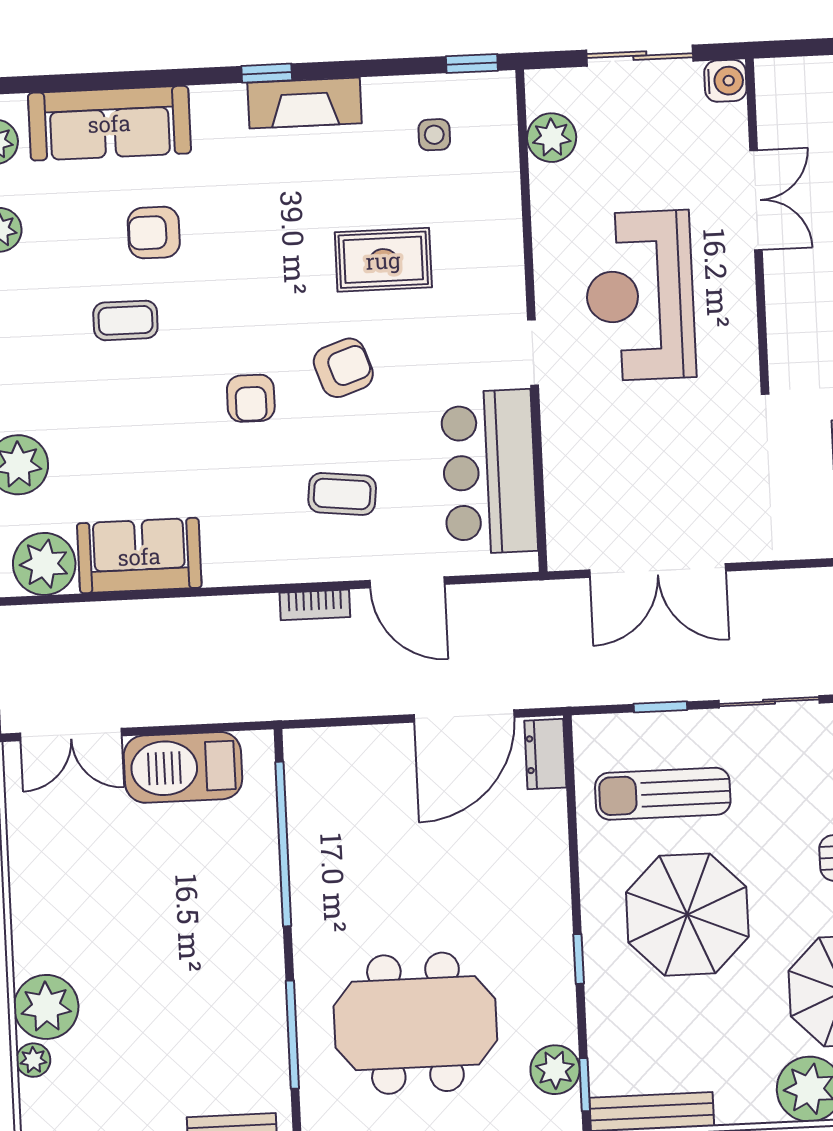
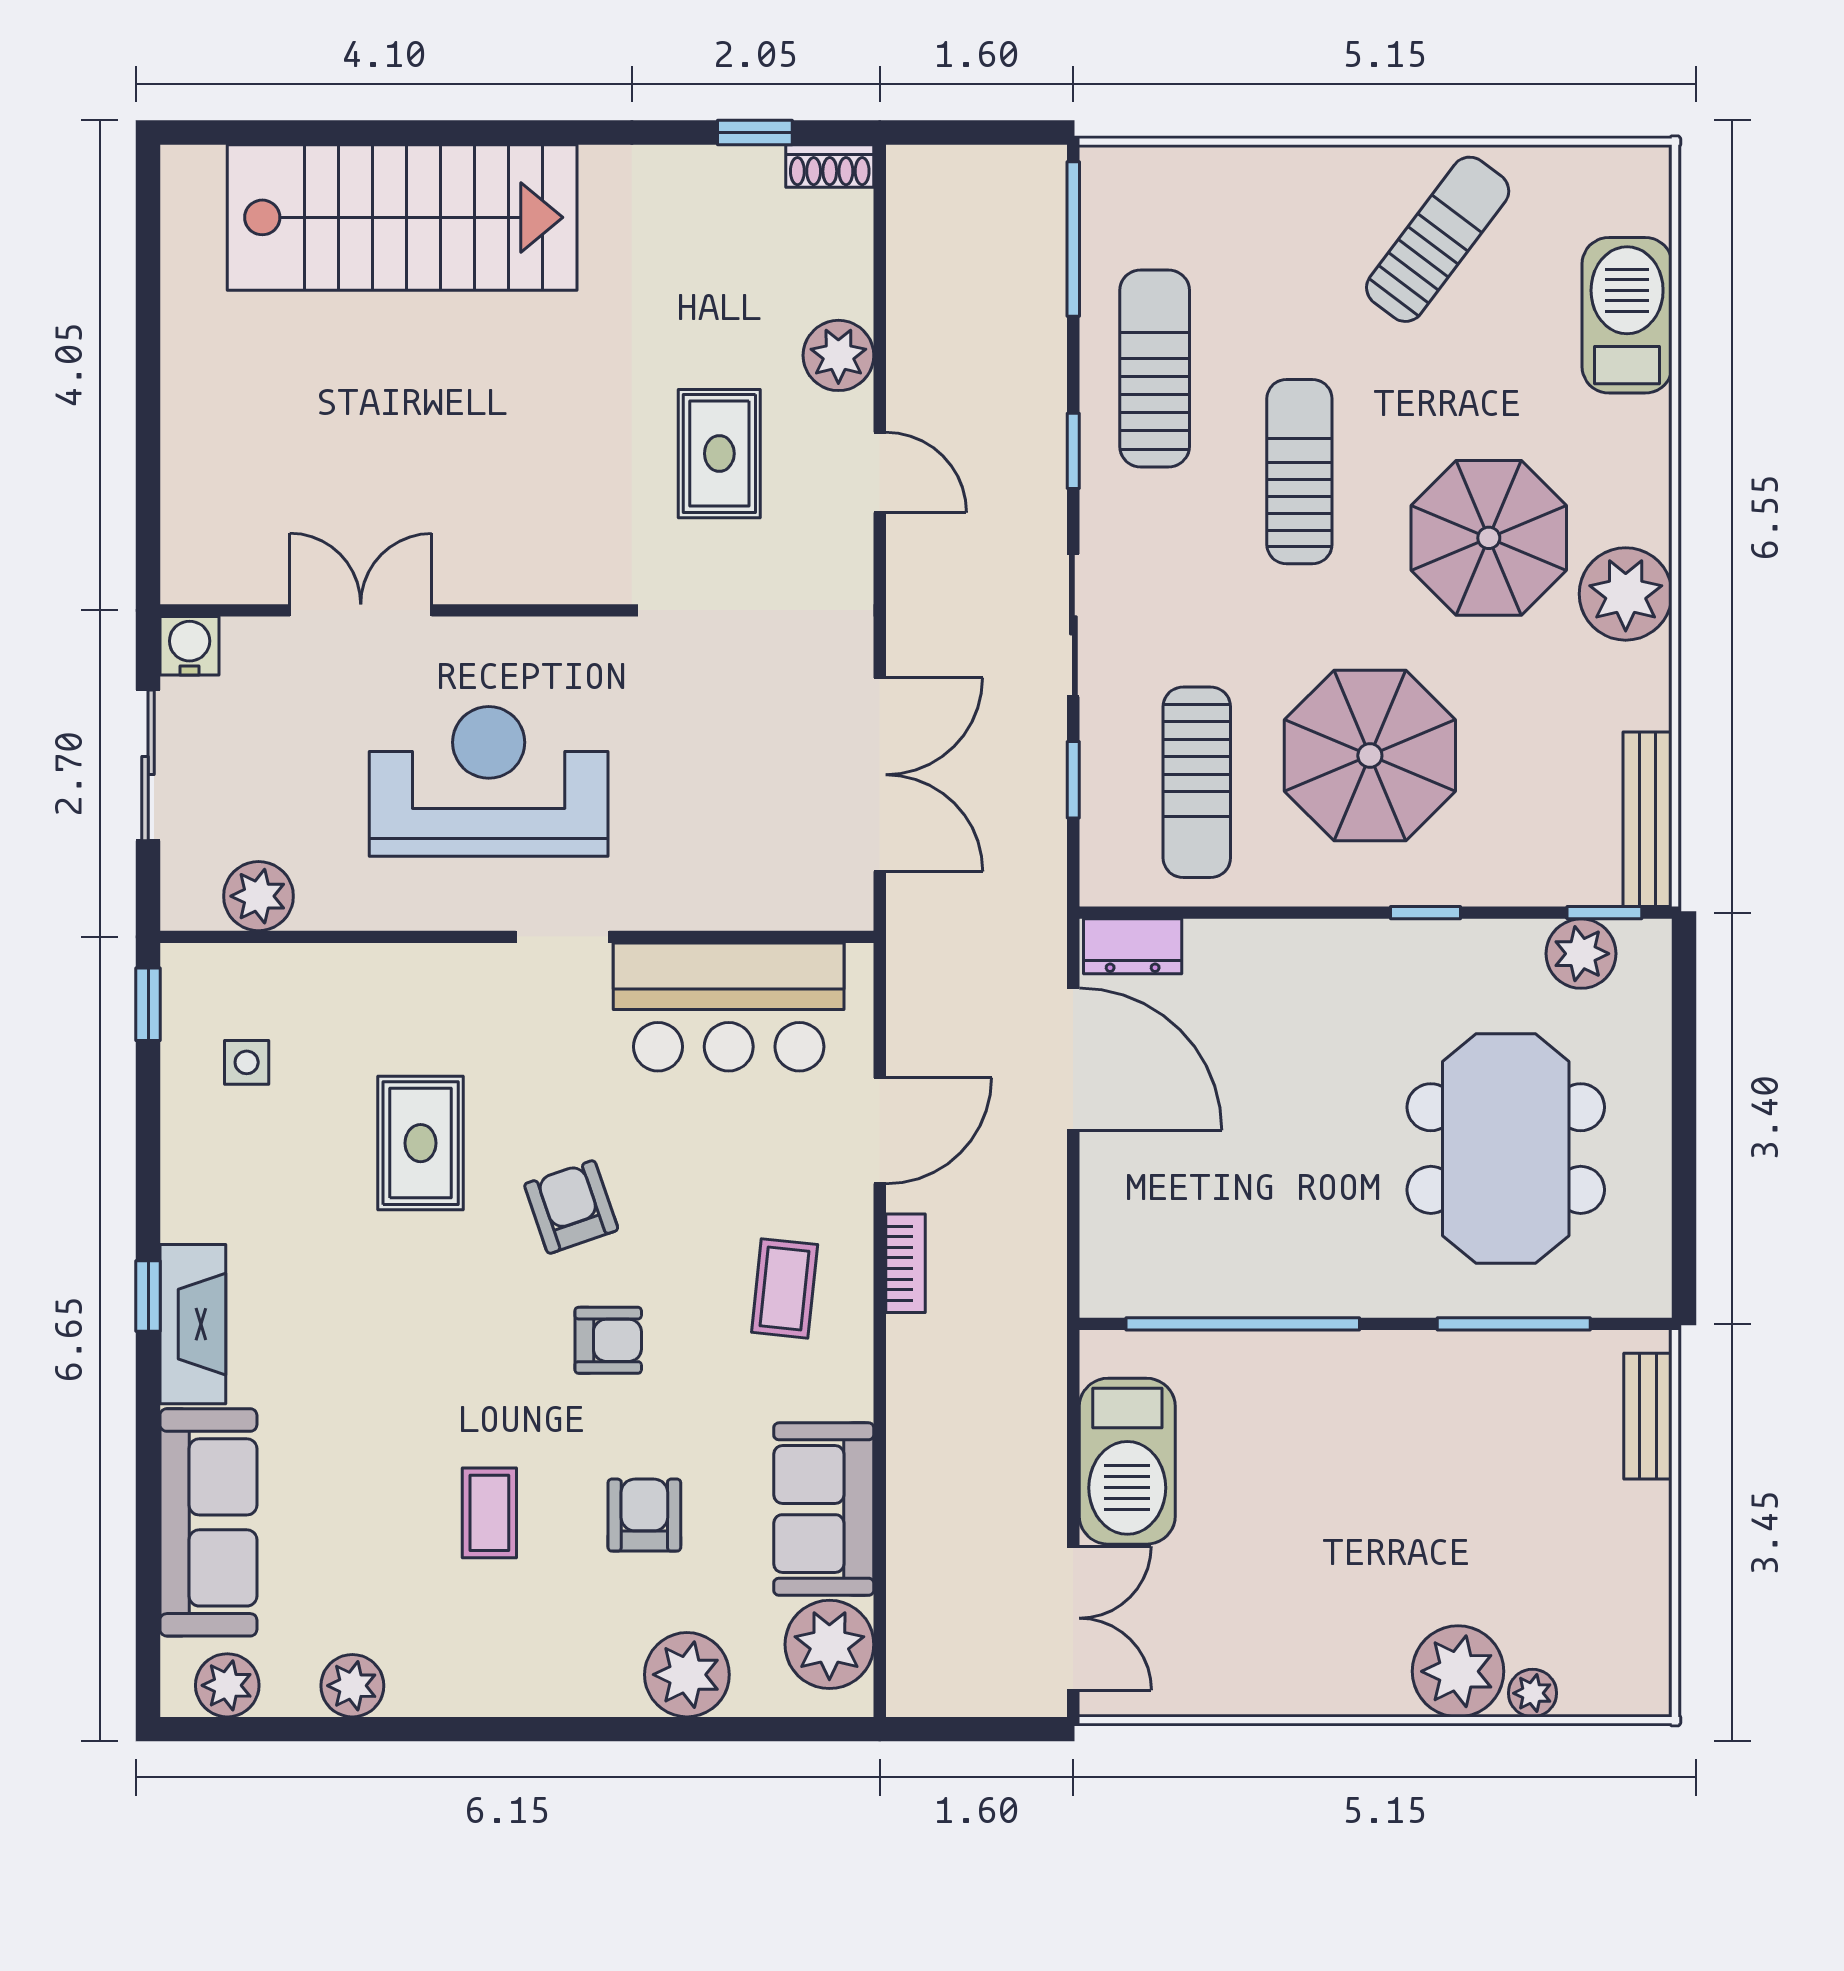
fireplace: (305, 103) -> (193, 1324), moved
armchair: (154, 233) -> (644, 1515), moved, turned 180
reception desk: (640, 296) -> (489, 781), turned 180
coffee table: (342, 494) -> (785, 1288), moved

